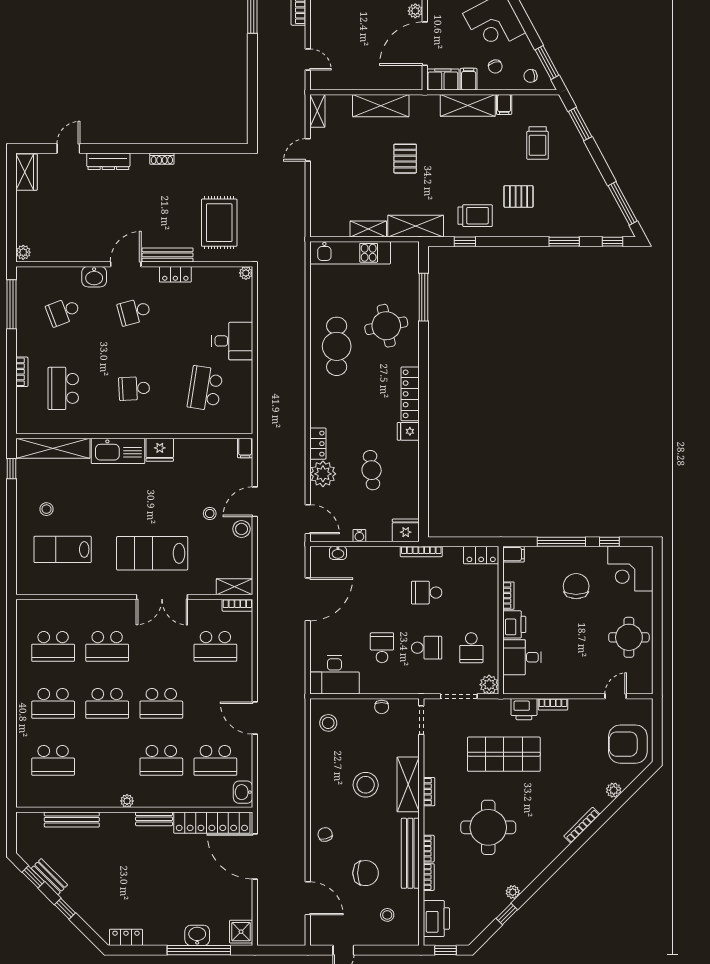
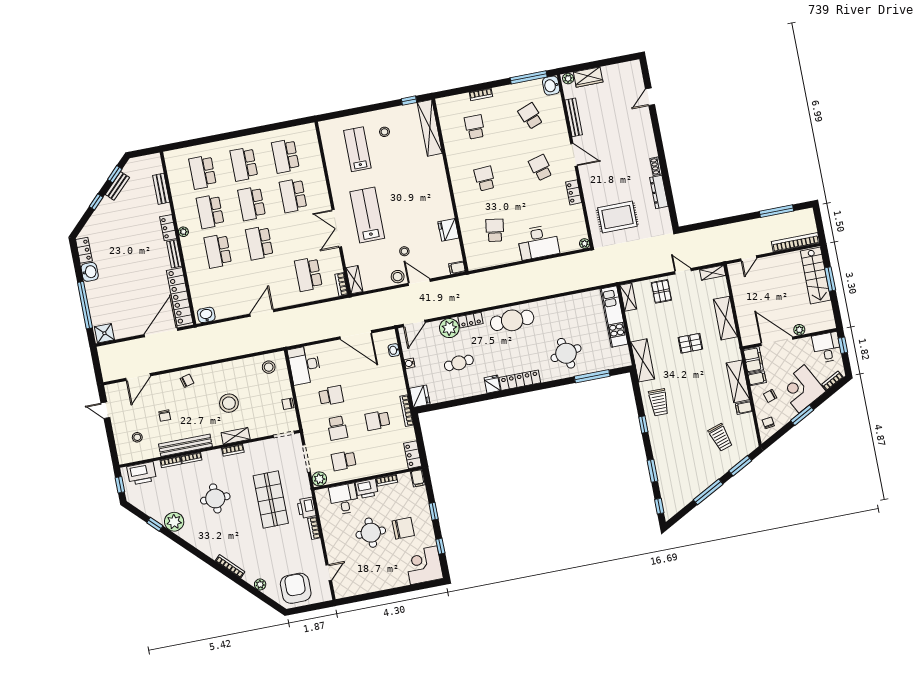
window: (547, 63) -> (802, 415), moved
trolley: (538, 143) -> (720, 437), turned -108
door: (68, 148) -> (650, 97), swing flipped
dresser: (108, 161) -> (659, 192), moved
wardrobe: (26, 172) -> (588, 77), moved
pallet: (519, 196) -> (661, 291), moved
window: (623, 203) -> (708, 492), moved
shelving: (368, 229) -> (628, 297), moved
window: (465, 242) -> (643, 424), moved
bench: (168, 255) -> (574, 117), moved
washbasin: (94, 277) -> (551, 86), moved
desk: (232, 341) -> (538, 242), width x1.37
cafe table: (337, 346) -> (512, 320), moved
school desk: (63, 388) -> (475, 127), width x0.54
school desk: (205, 388) -> (495, 230), width x0.54
fridge: (160, 450) -> (448, 230), moved
kitchen sink: (118, 451) -> (437, 176), removed
window: (561, 542) -> (434, 511), width x0.46
school desk: (427, 593) -> (377, 420), turned -90
round table: (629, 637) -> (371, 533), moved
door: (616, 696) -> (329, 573), hinge flipped
school desk: (215, 760) -> (210, 212), moved
shelving: (408, 784) -> (236, 436), width x0.67, depth x0.75
bench: (72, 819) -> (161, 189), width x0.73
locker: (118, 820) -> (168, 228), added
round table: (488, 827) -> (215, 498), width x0.73, depth x0.73
chair: (366, 873) -> (165, 416), width x0.54, depth x0.54
plant: (513, 892) -> (174, 522), width x1.87, depth x1.87
washbasin: (197, 935) -> (90, 272), moved

